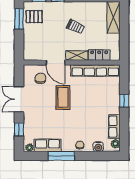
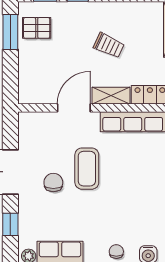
door: (55, 63) -> (74, 108), swing flipped
chair: (40, 78) -> (53, 183), moved

